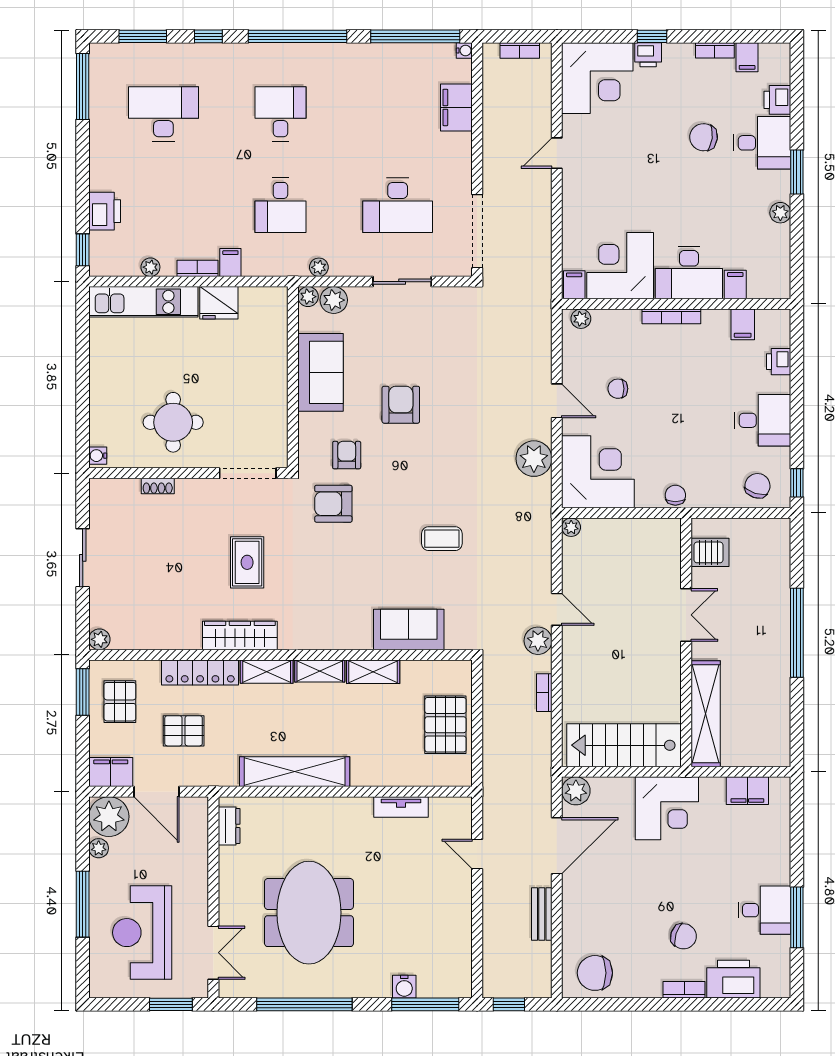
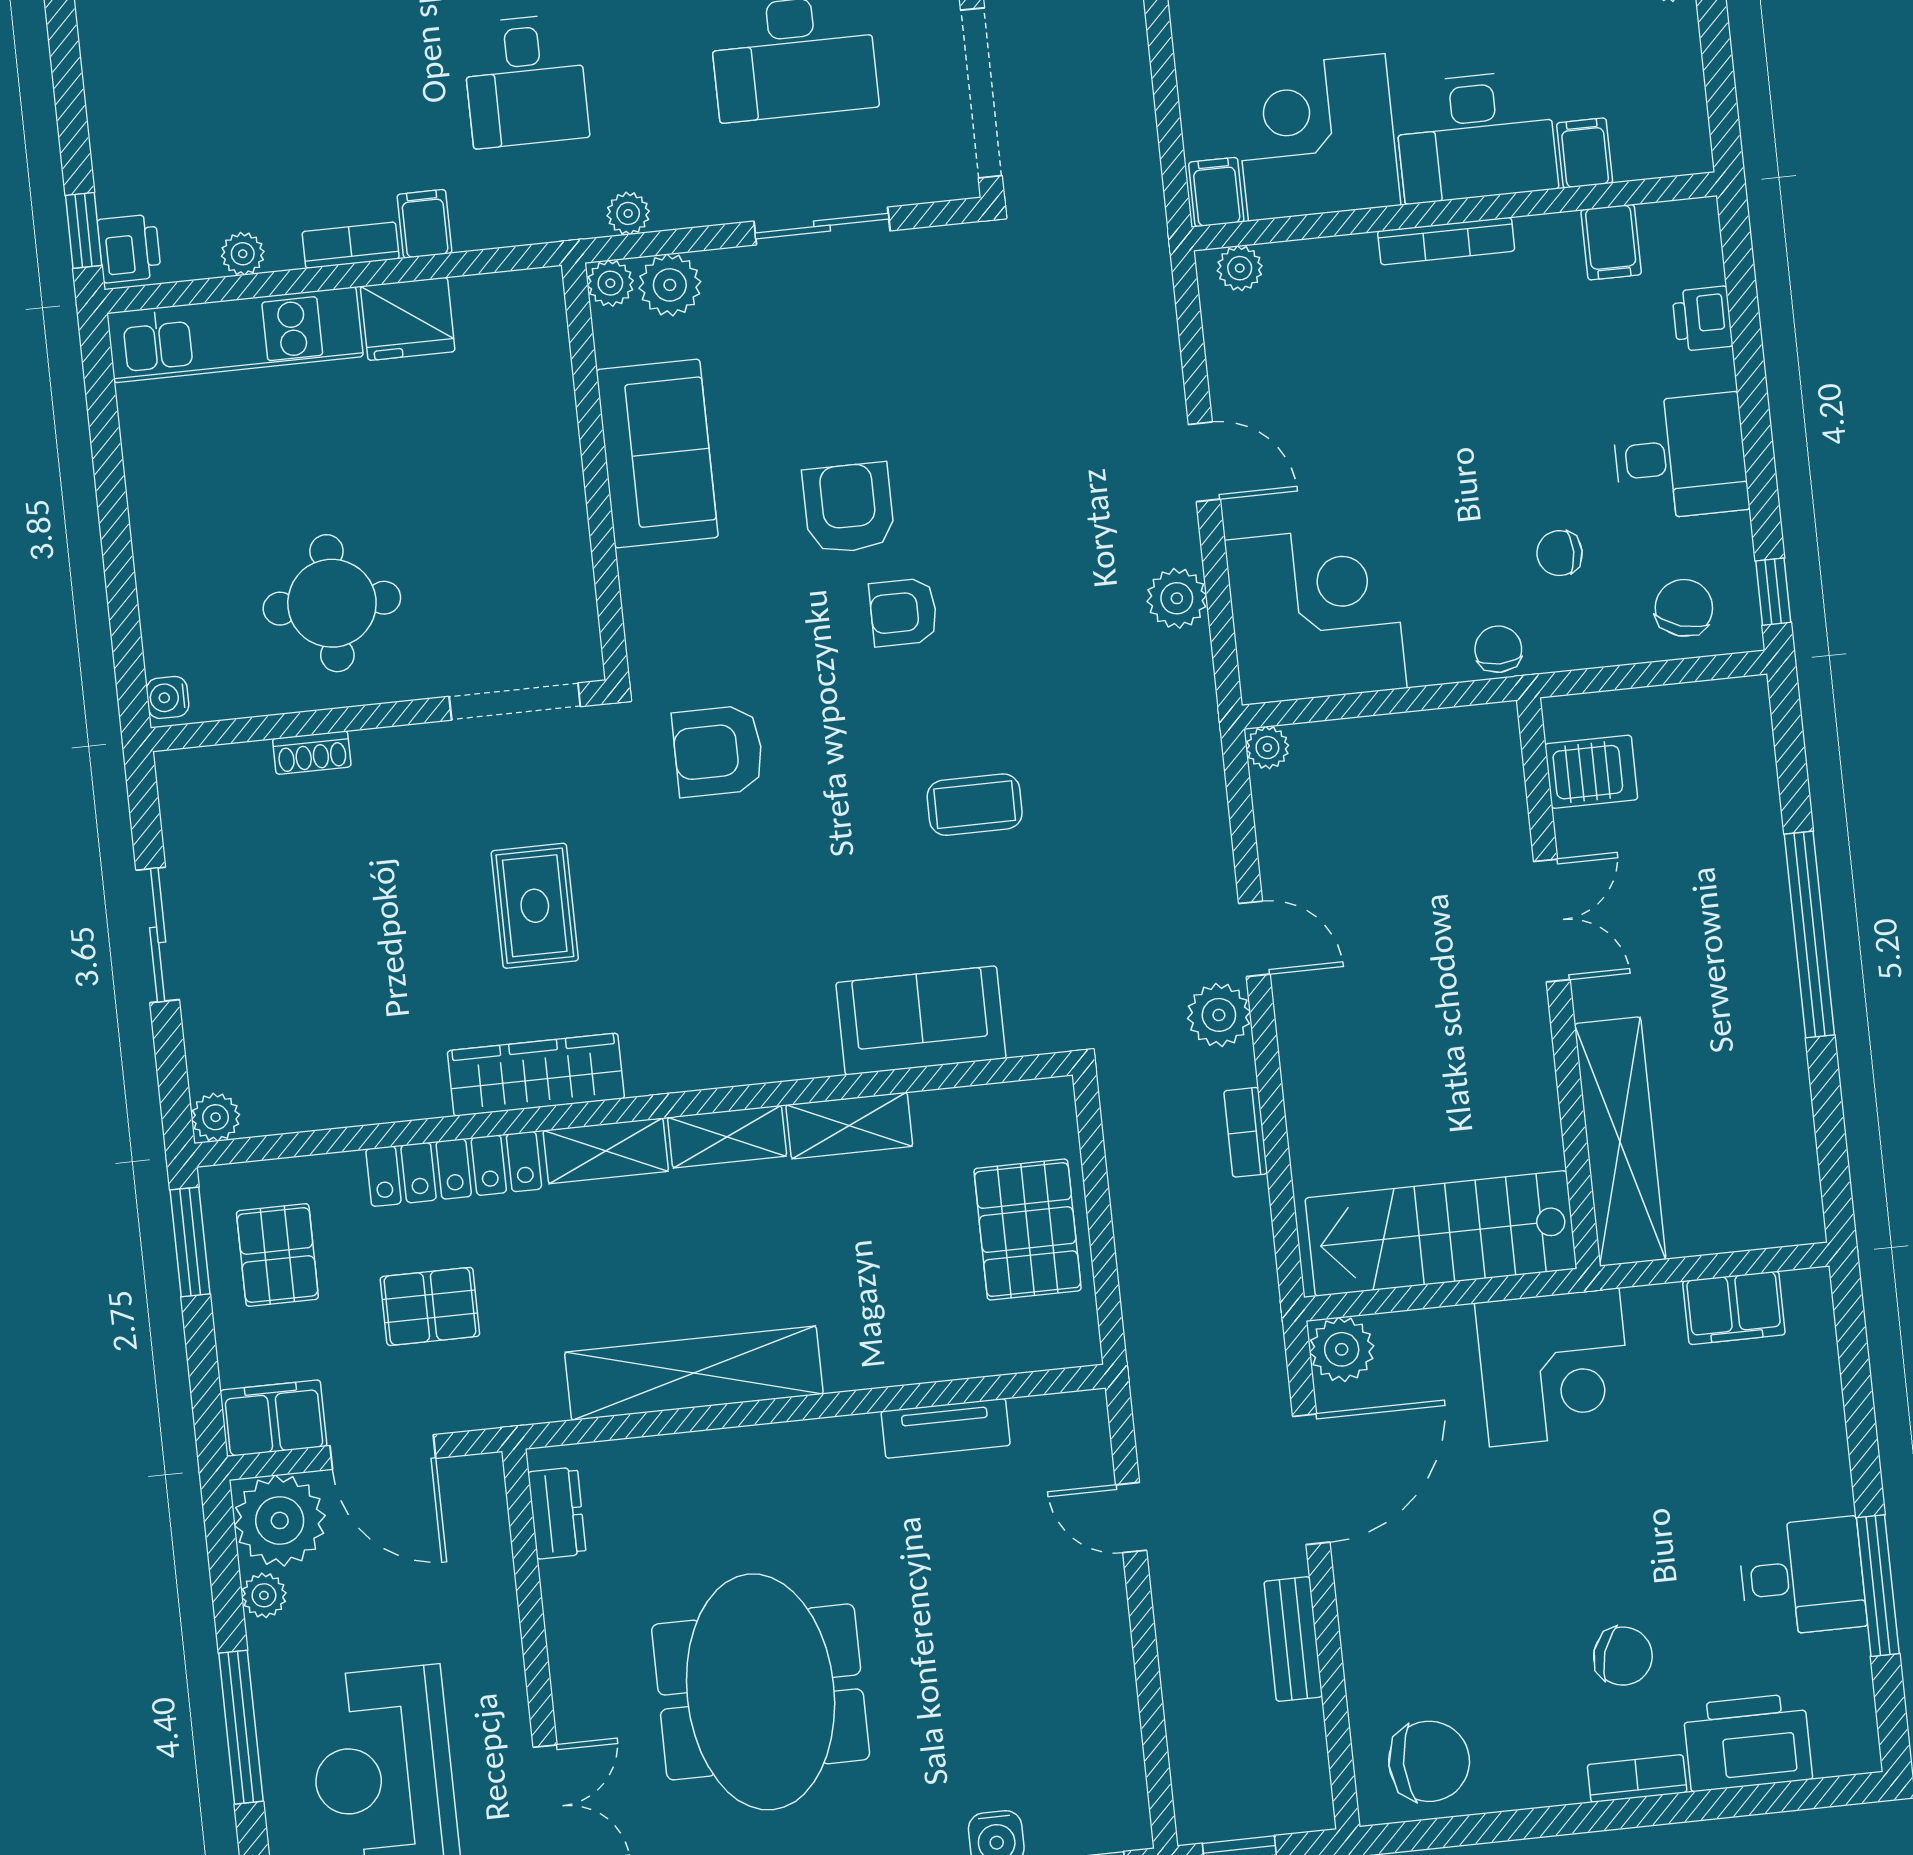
printer: (105, 211) -> (129, 248), moved, width x0.73, depth x0.81
chair: (618, 389) -> (1560, 553), moved
armchair: (347, 455) -> (903, 612), moved, turned -90
plant: (534, 459) -> (1177, 598), width x0.73, depth x0.73
chair: (595, 973) -> (1429, 1761), turned 180

